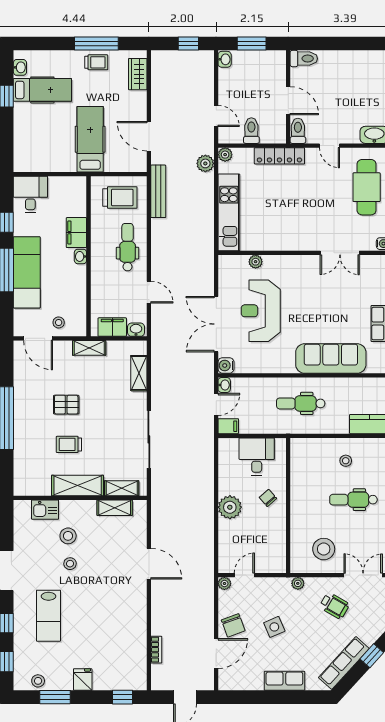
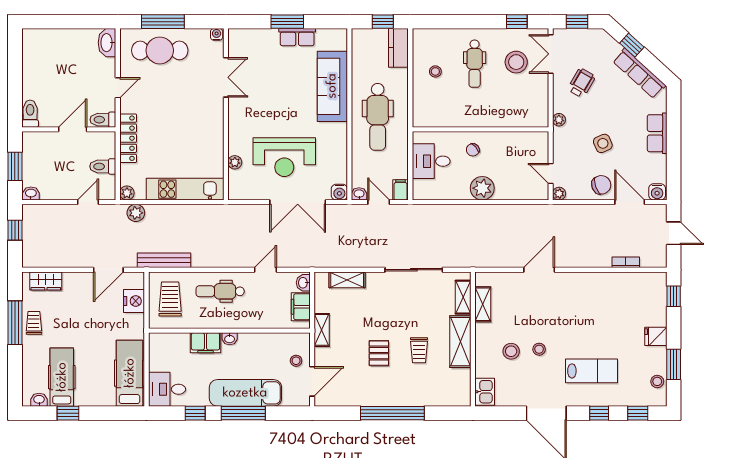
hospital bed: (90, 139) -> (130, 373), moved, turned 90
nightstand: (118, 162) -> (134, 301), added
dental chair: (301, 403) -> (378, 117), width x1.36, depth x1.38
kitchen sink: (45, 510) -> (485, 392), moved
stool: (324, 549) -> (516, 62), moved
water cooler: (226, 681) -> (657, 192), added

